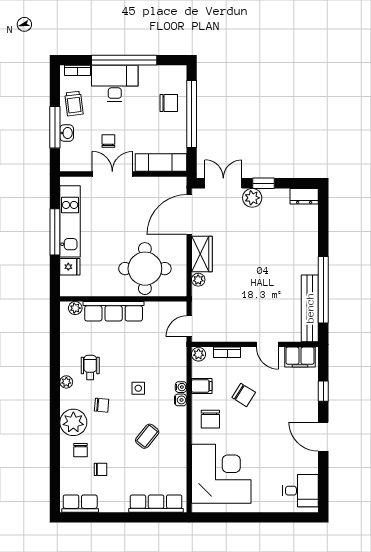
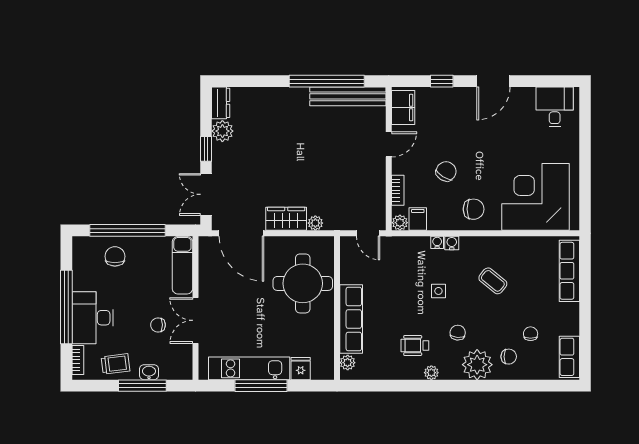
plant: (252, 198) -> (222, 131), moved
filing cabinet: (202, 386) -> (418, 219), moved

